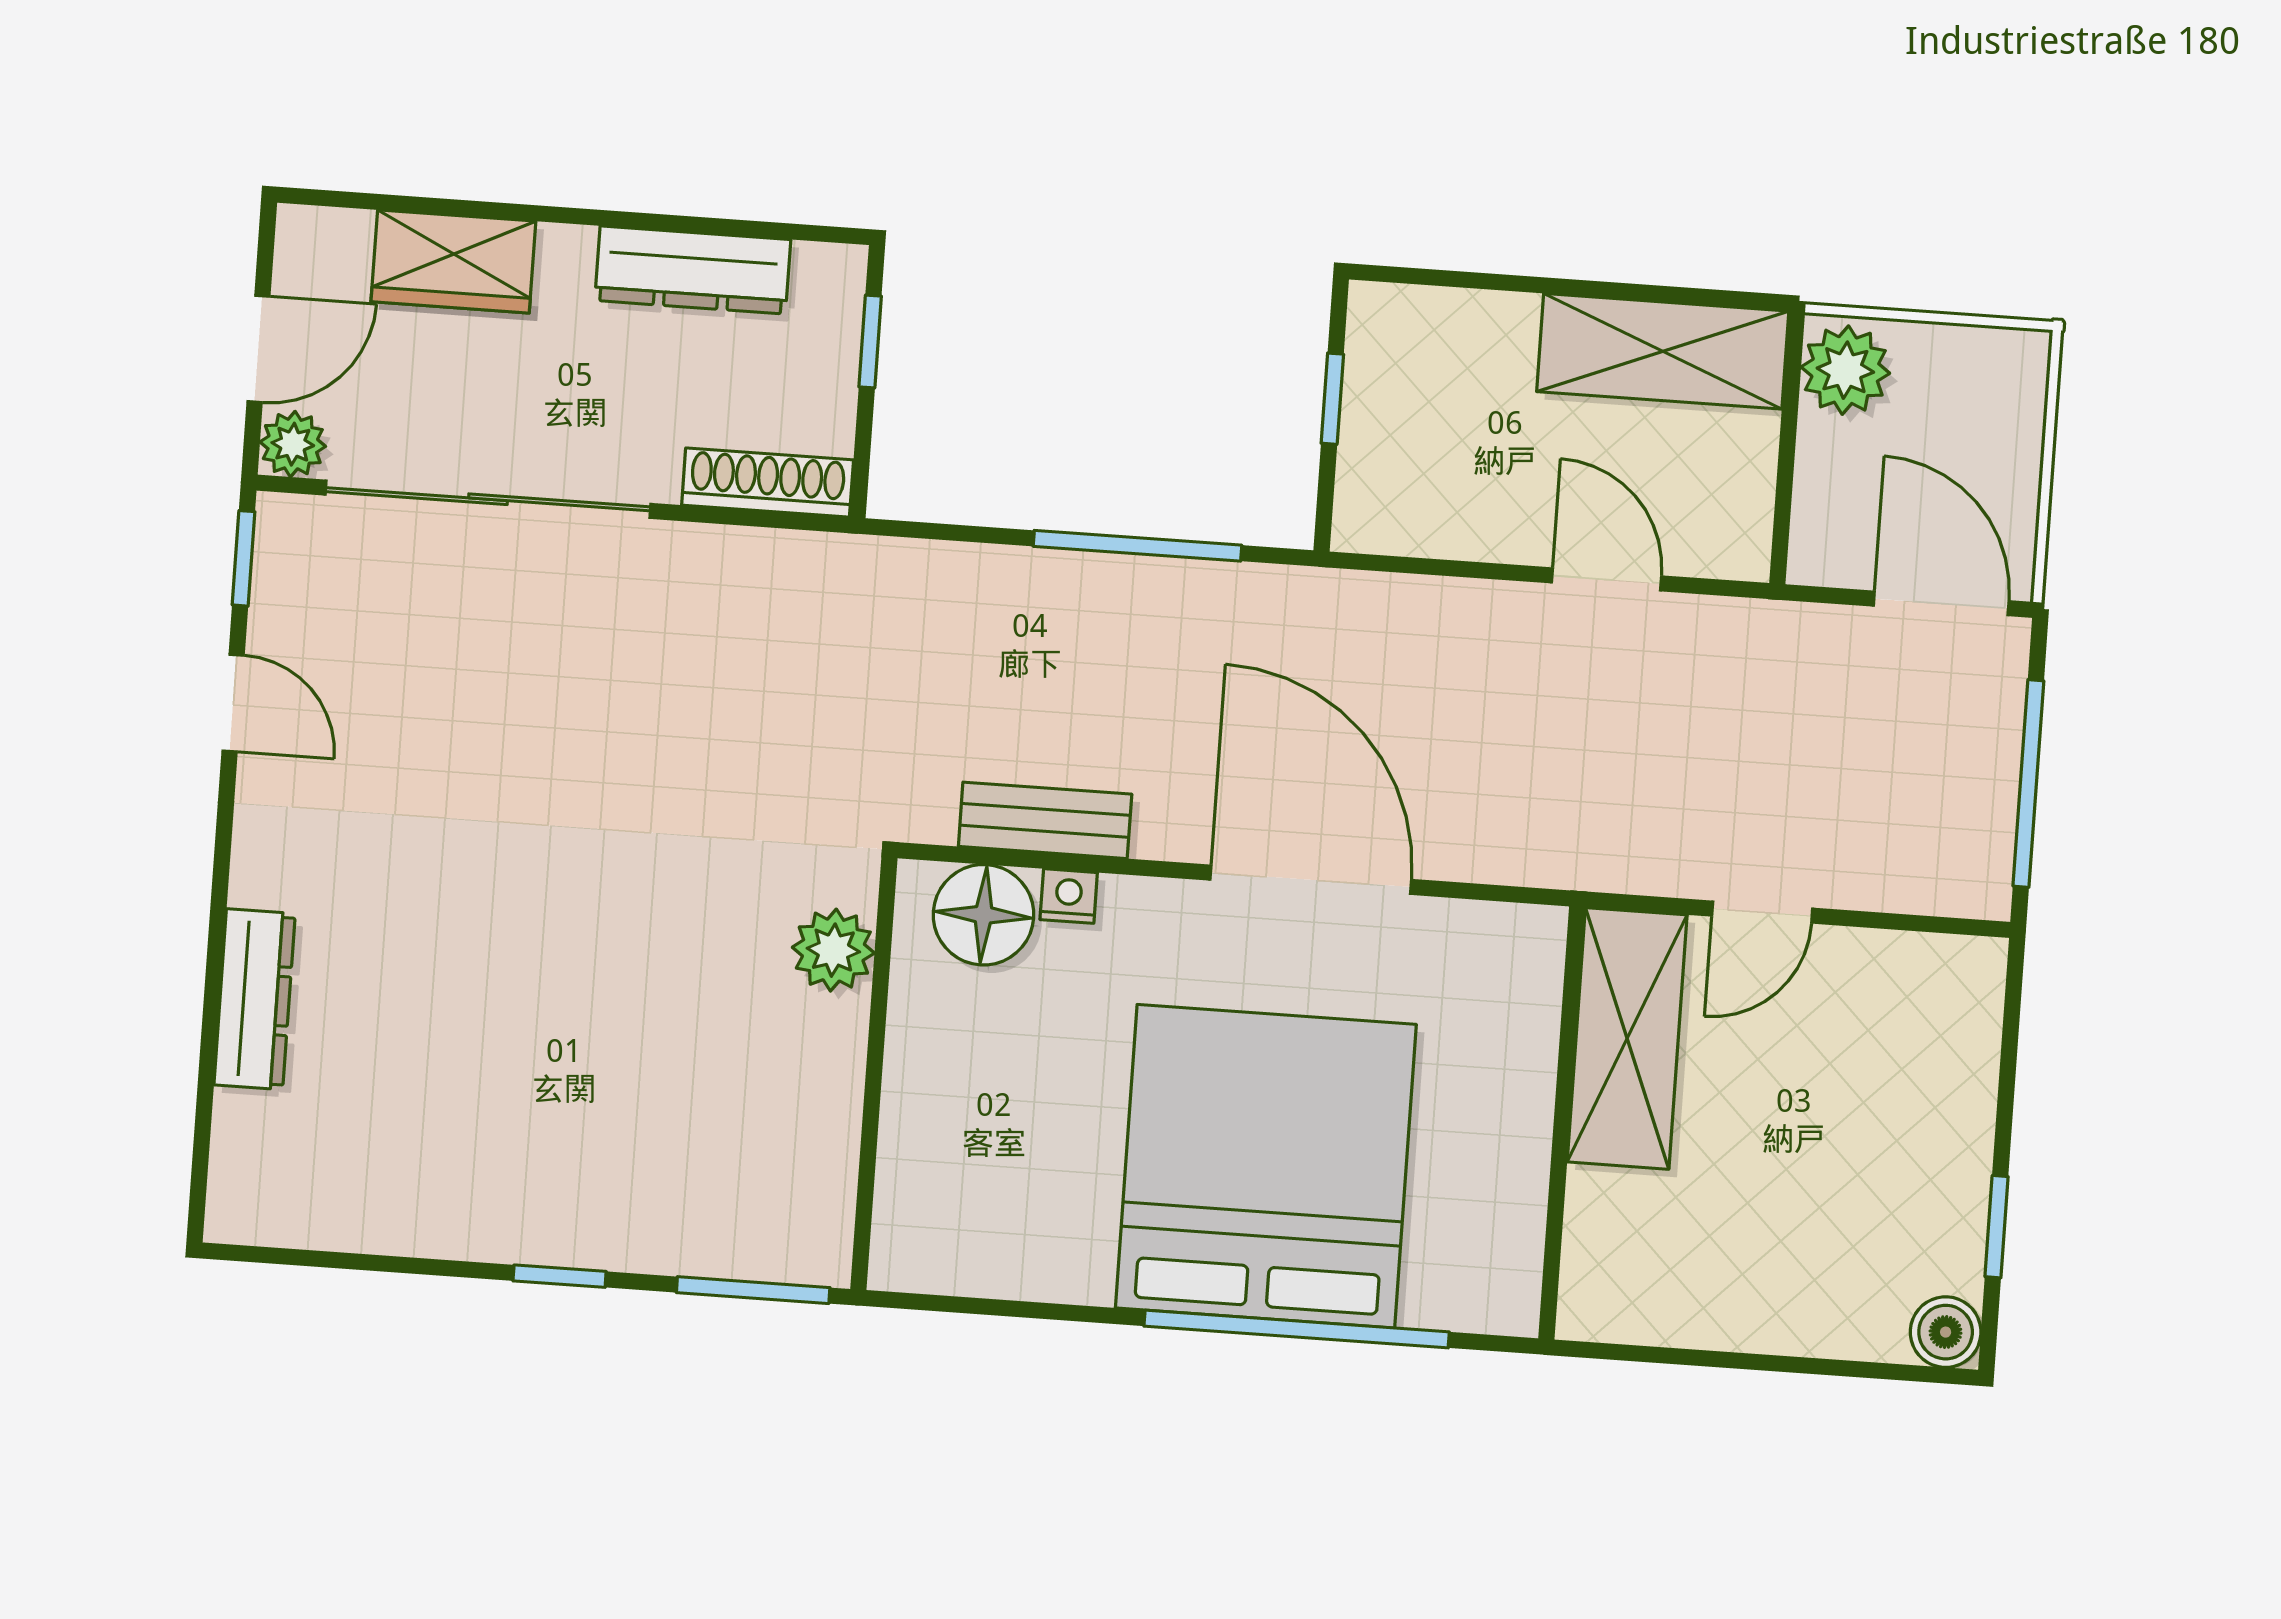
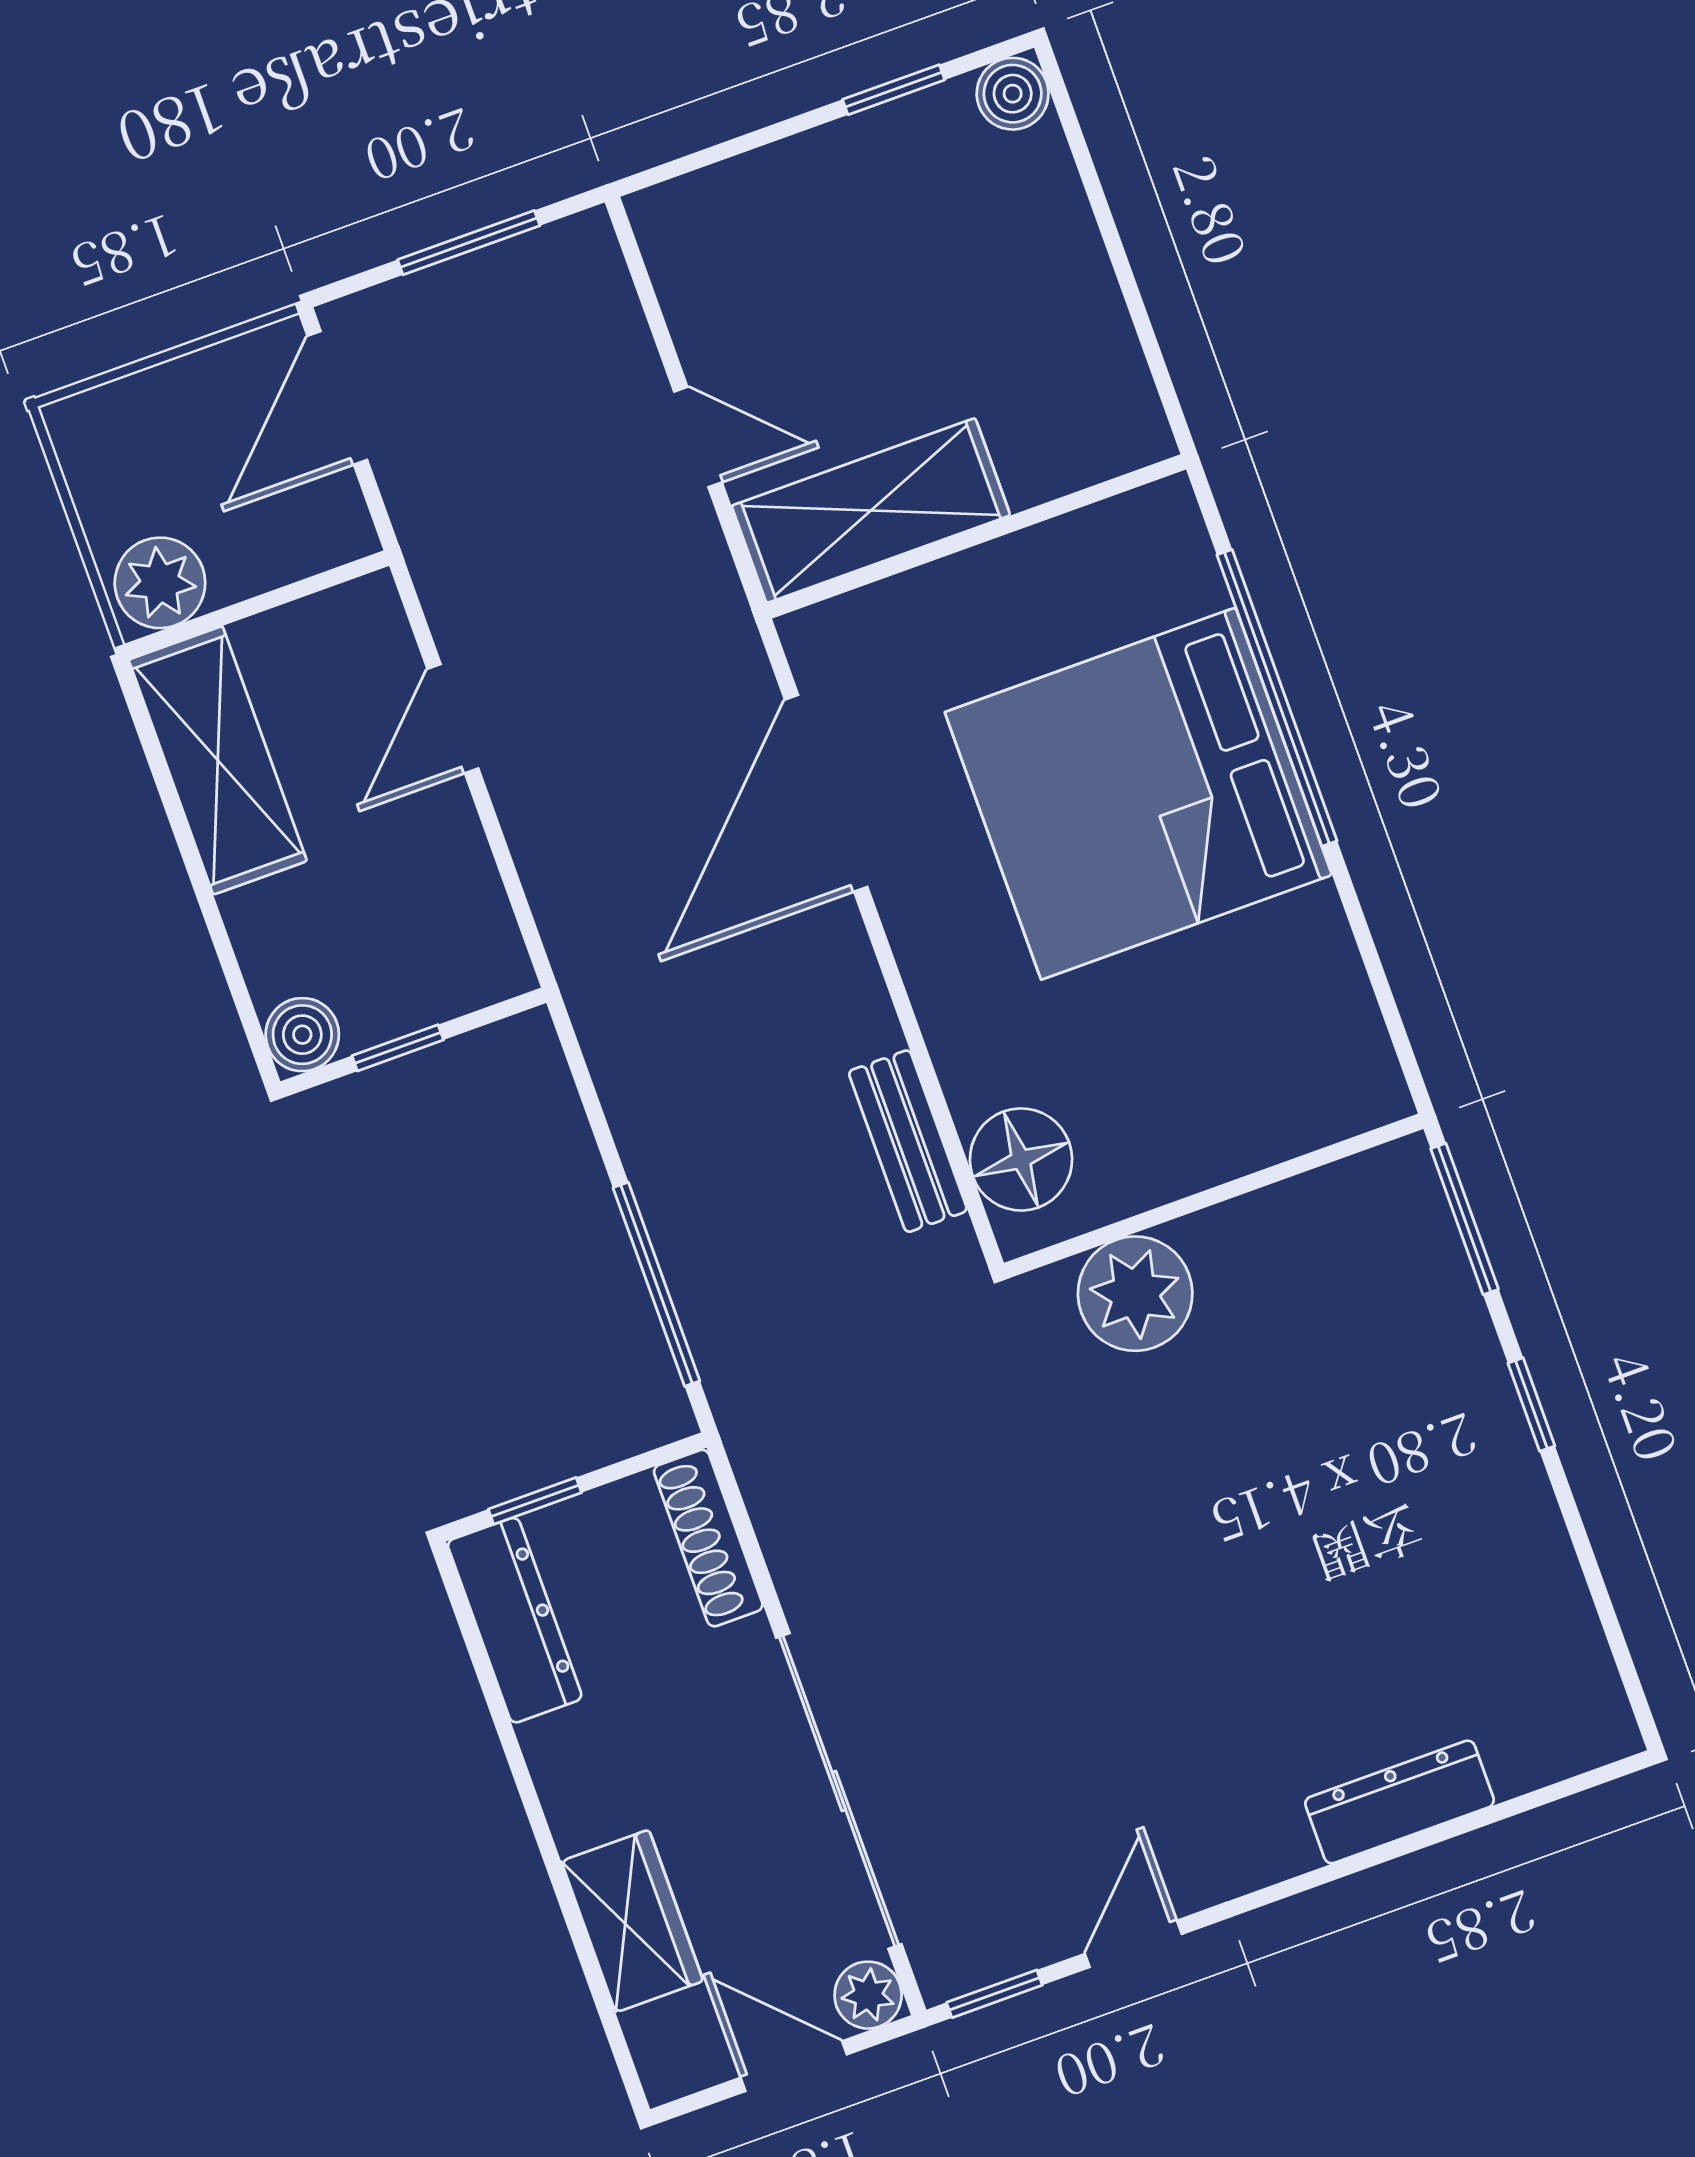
dresser: (693, 270) -> (515, 1620), moved
boiler: (1382, 318) -> (302, 1035), added
window: (1137, 546) -> (656, 1284), moved
window: (2028, 783) -> (469, 243), width x0.69
door: (1311, 880) -> (826, 793), moved
nightstand: (1069, 896) -> (968, 1088), removed
plant: (833, 950) -> (1135, 1294), width x1.36, depth x1.36

